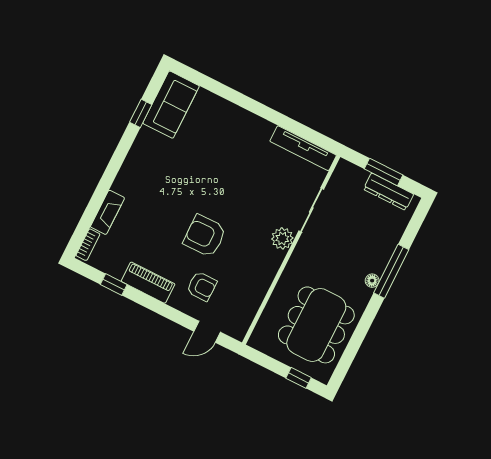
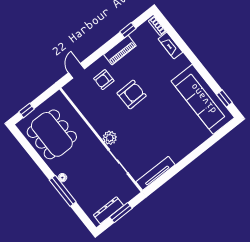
sofa: (171, 105) -> (203, 99), width x1.85, depth x1.27
window: (141, 113) -> (224, 99), moved

